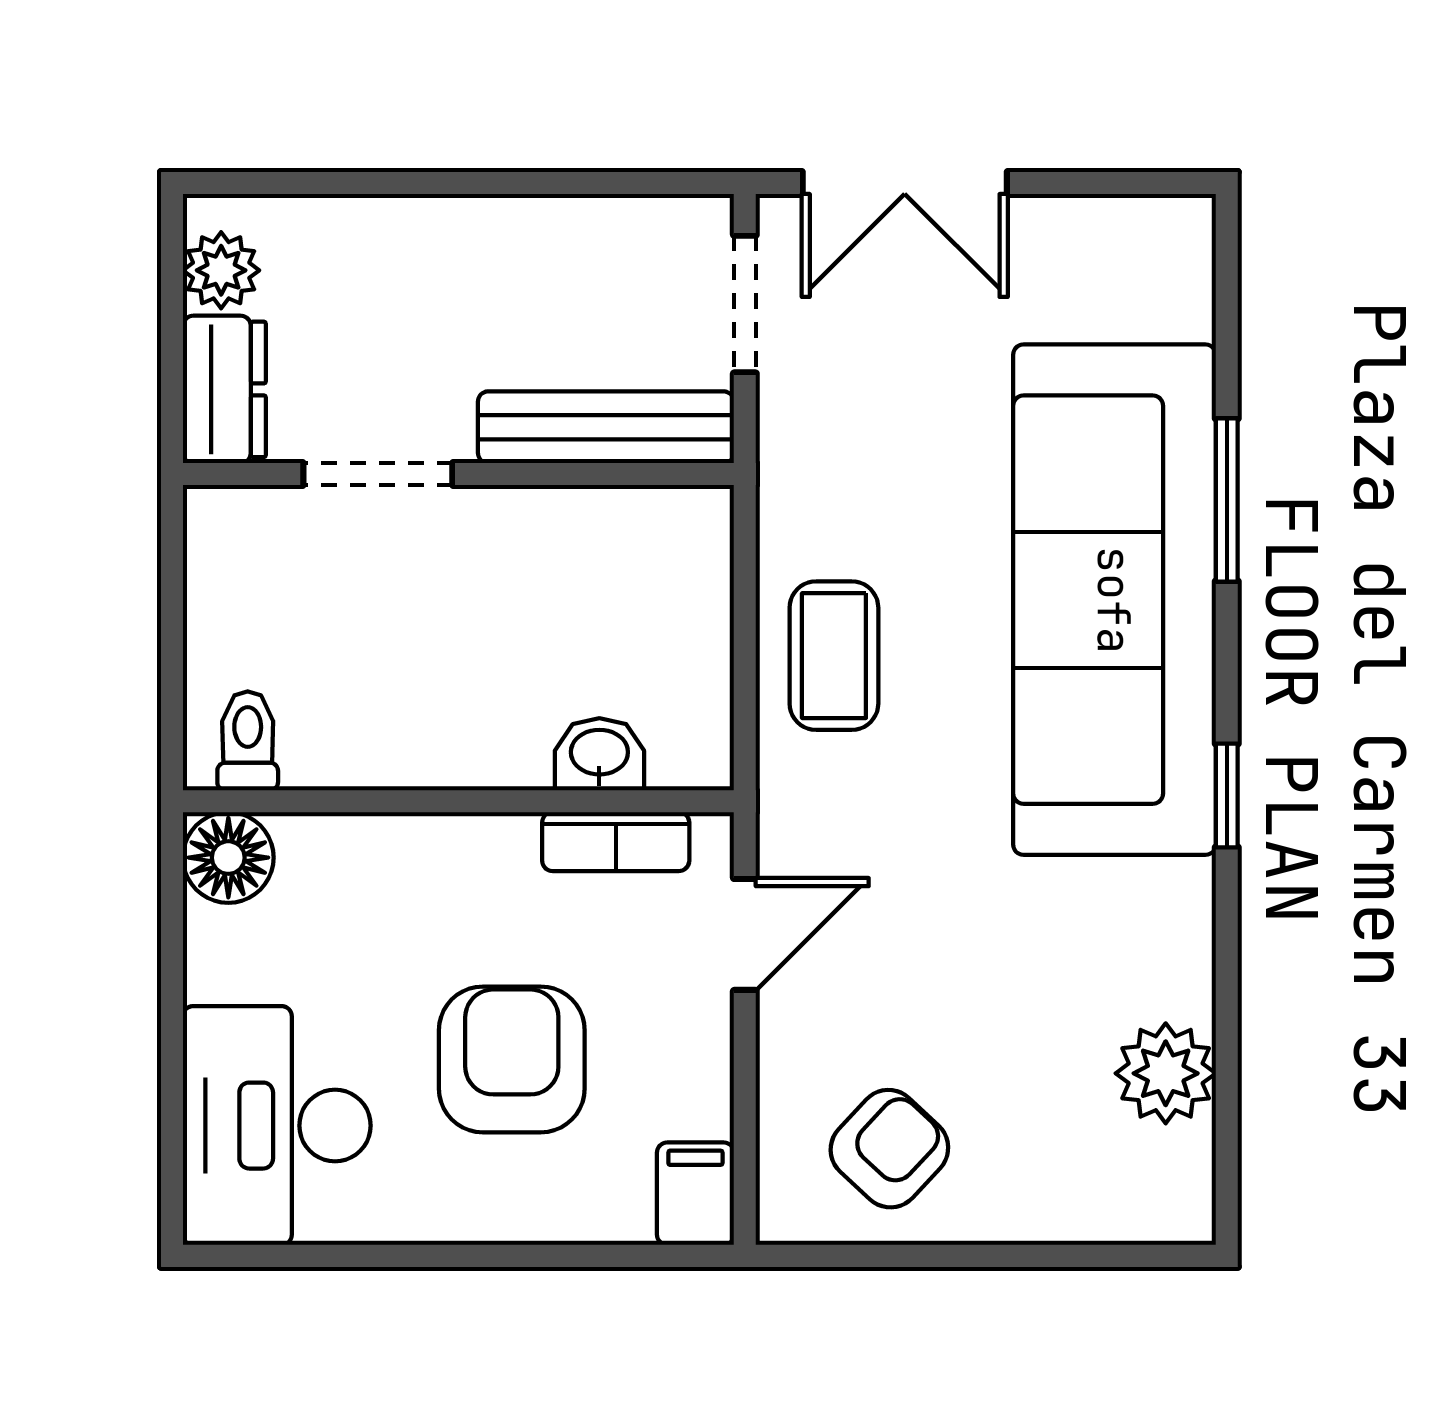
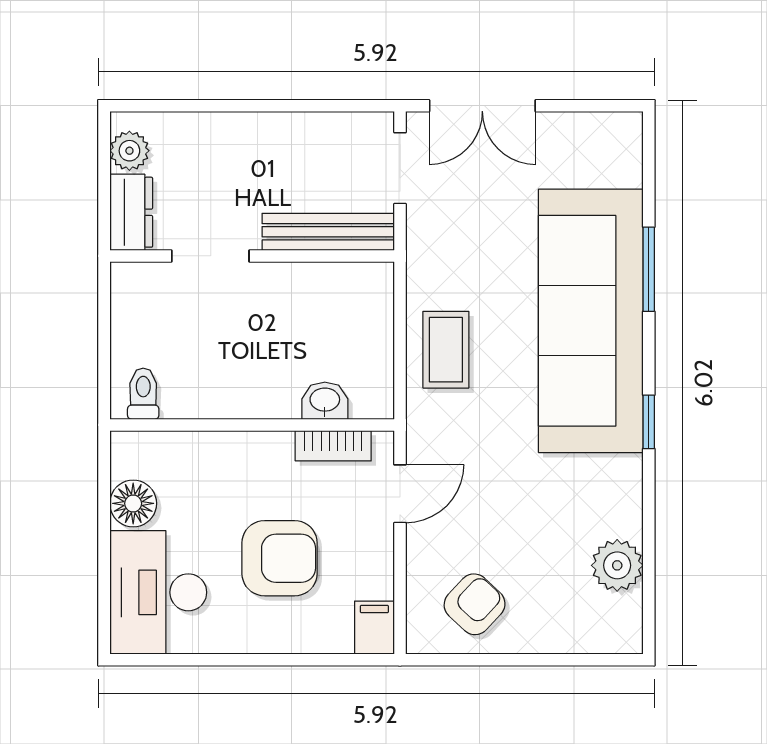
floor lamp: (228, 858) -> (133, 503), moved
armchair: (512, 1059) -> (280, 558), turned 90

